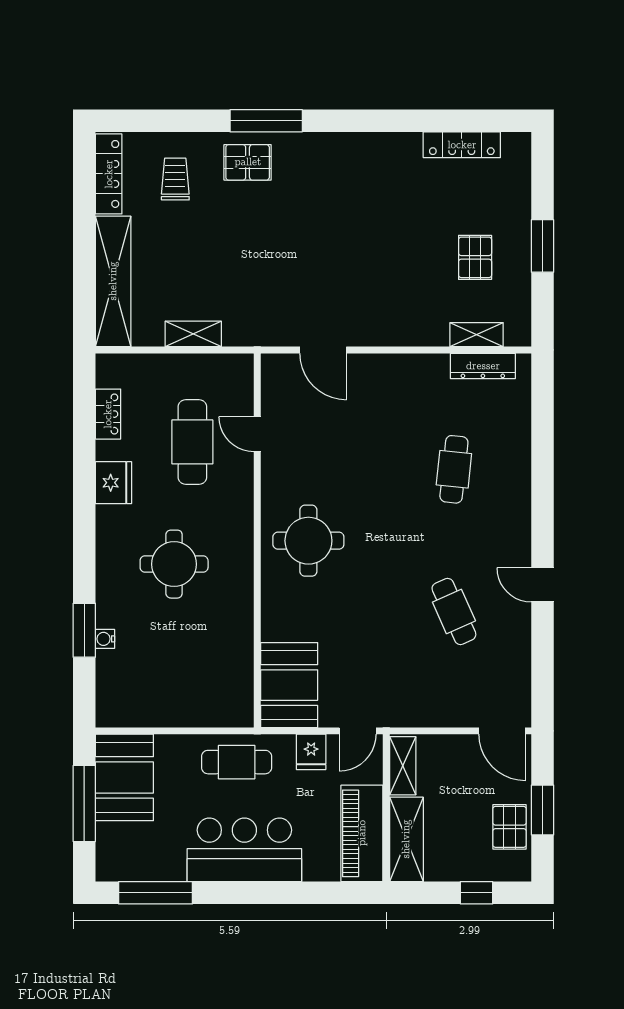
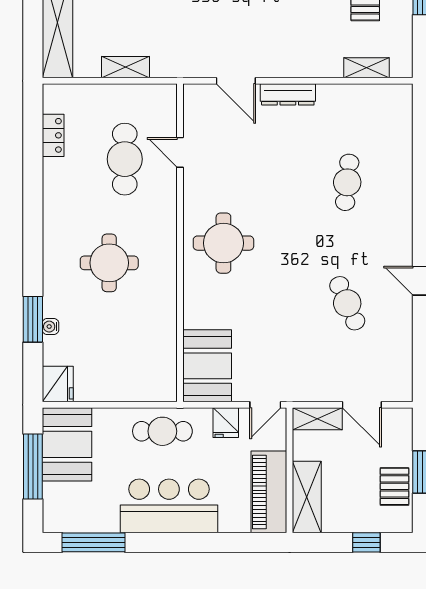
dresser: (483, 366) -> (288, 94), moved
fridge: (114, 483) -> (58, 384), moved
door: (502, 731) -> (362, 405), moved
shelving: (403, 766) -> (317, 419), moved, turned 90

